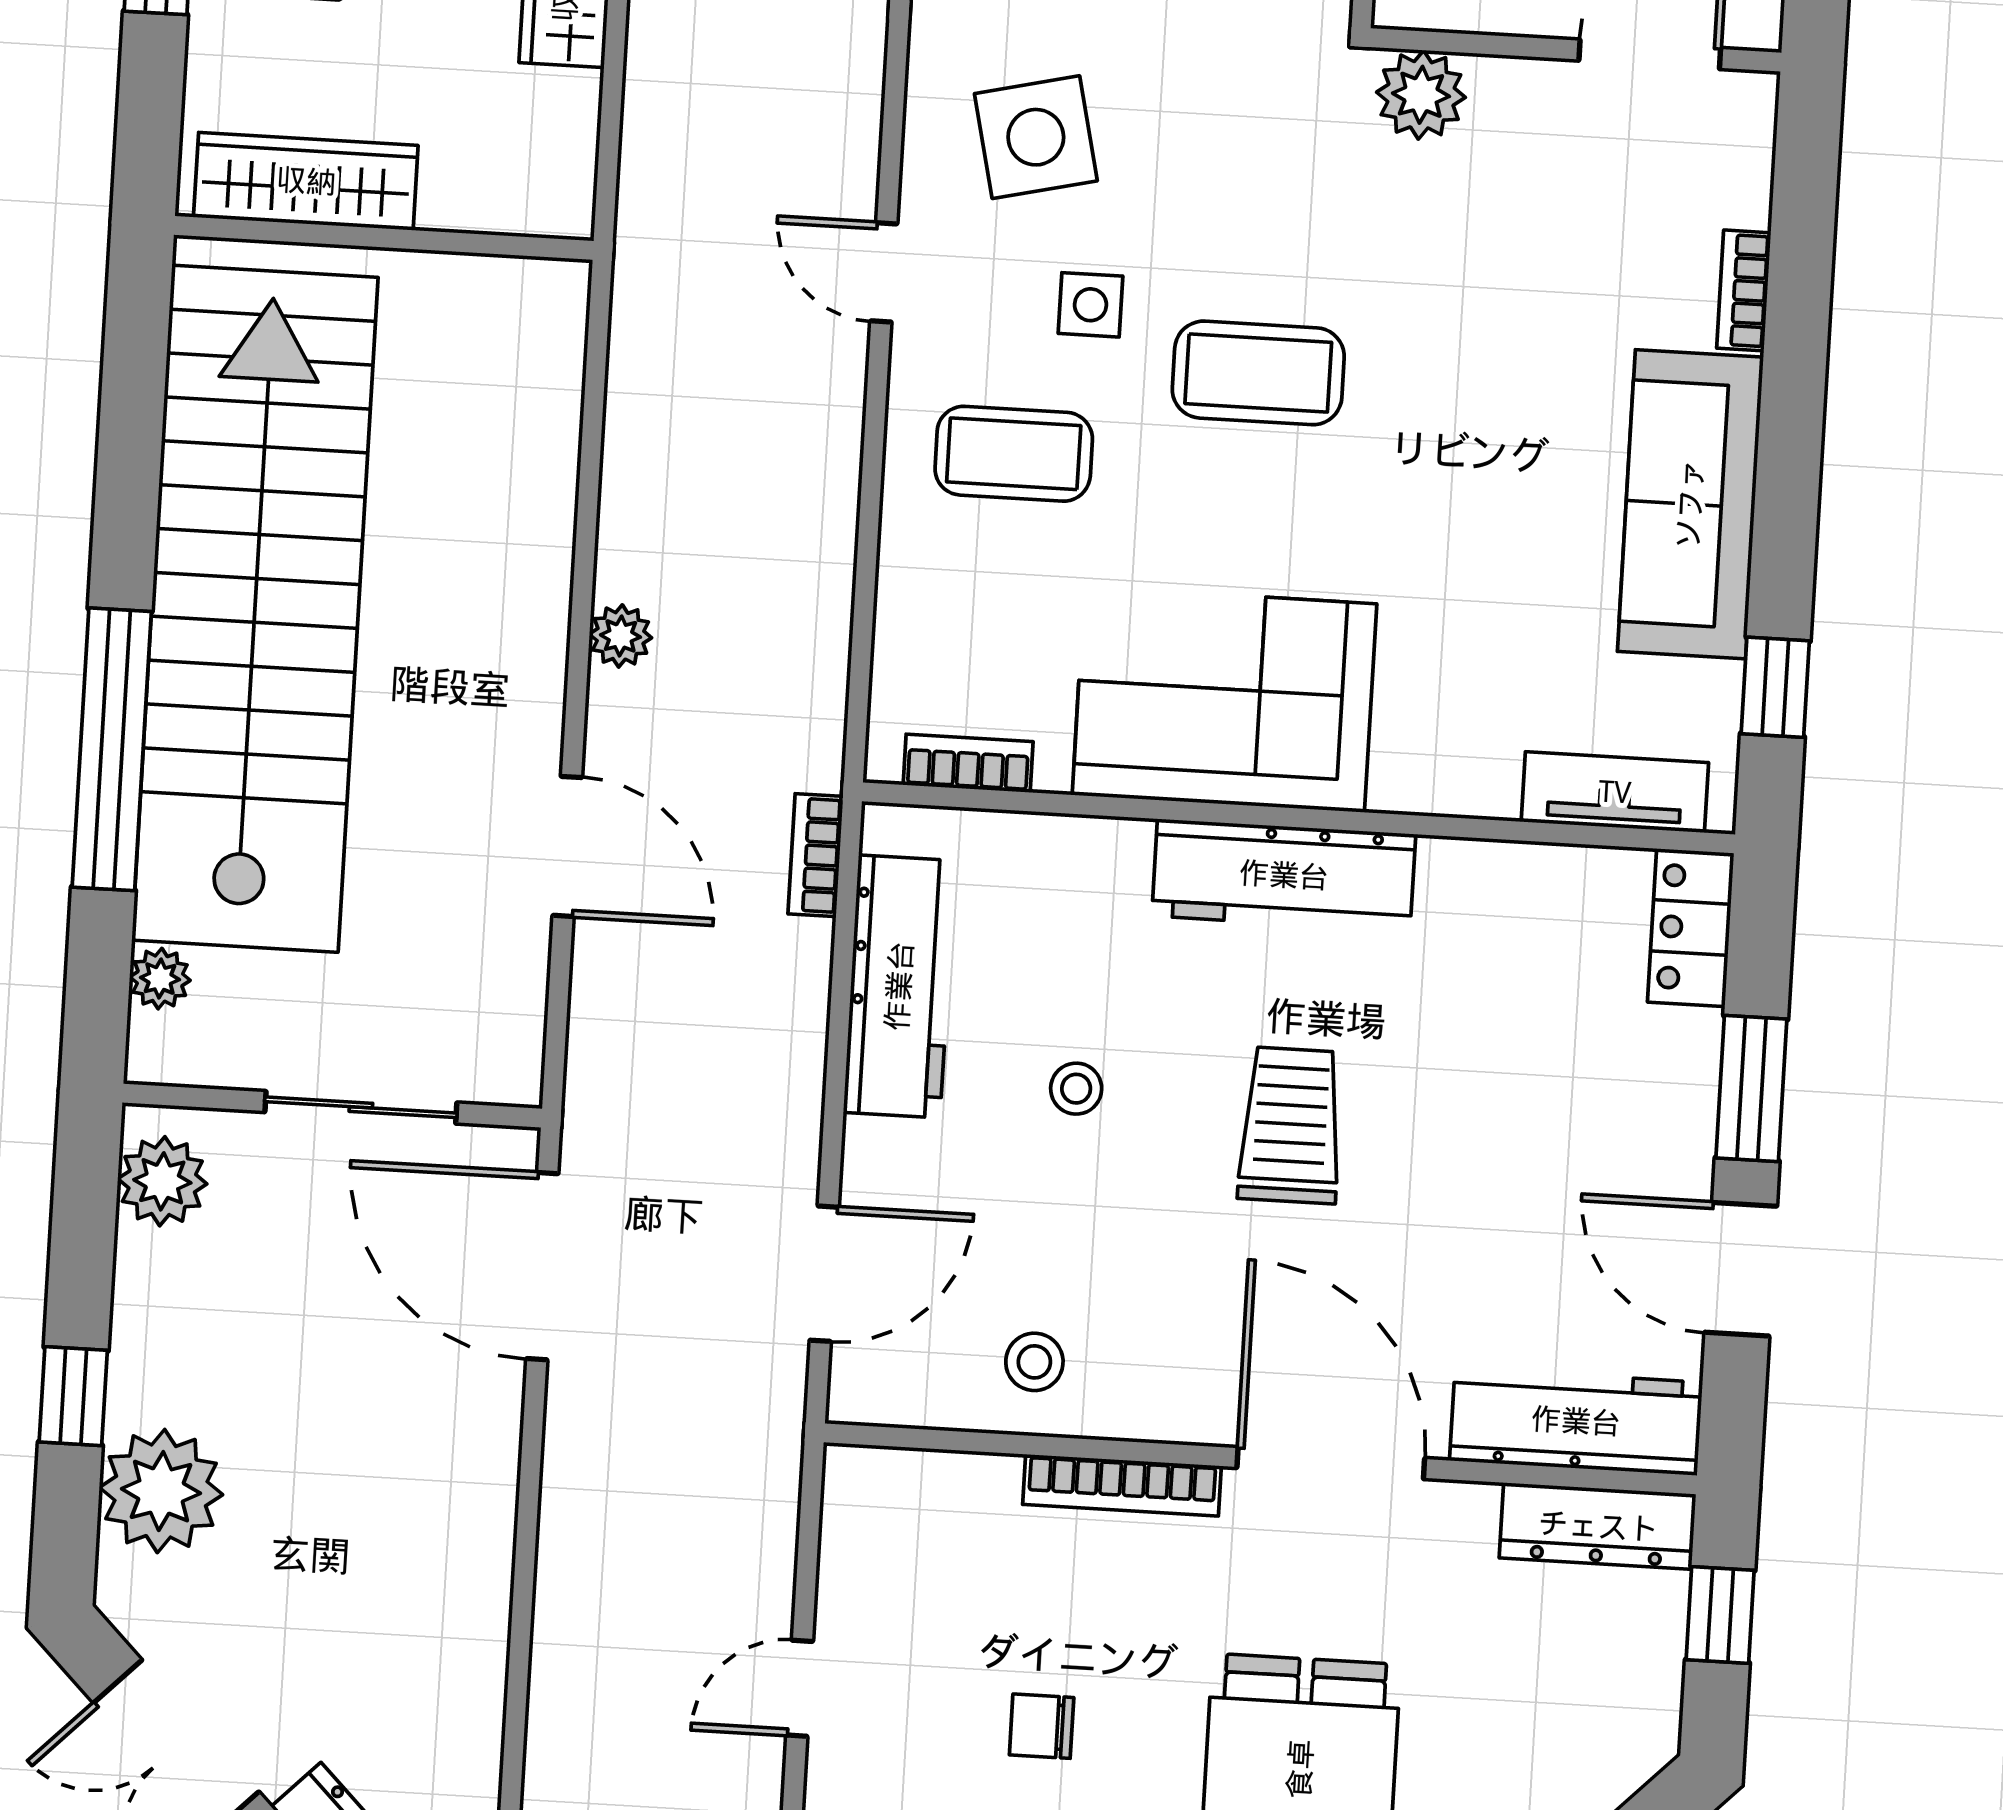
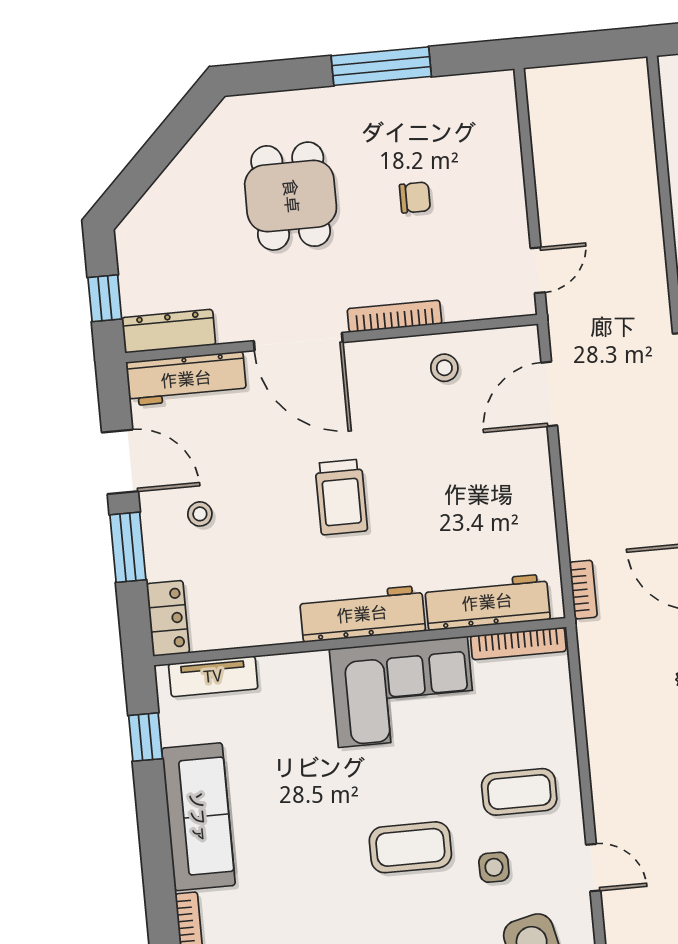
bookcase: (968, 763) -> (518, 644), width x1.56
workbench: (899, 986) -> (487, 602), moved, turned 90
stool: (1076, 1089) -> (200, 514), moved
door: (800, 1688) -> (538, 270), moved

